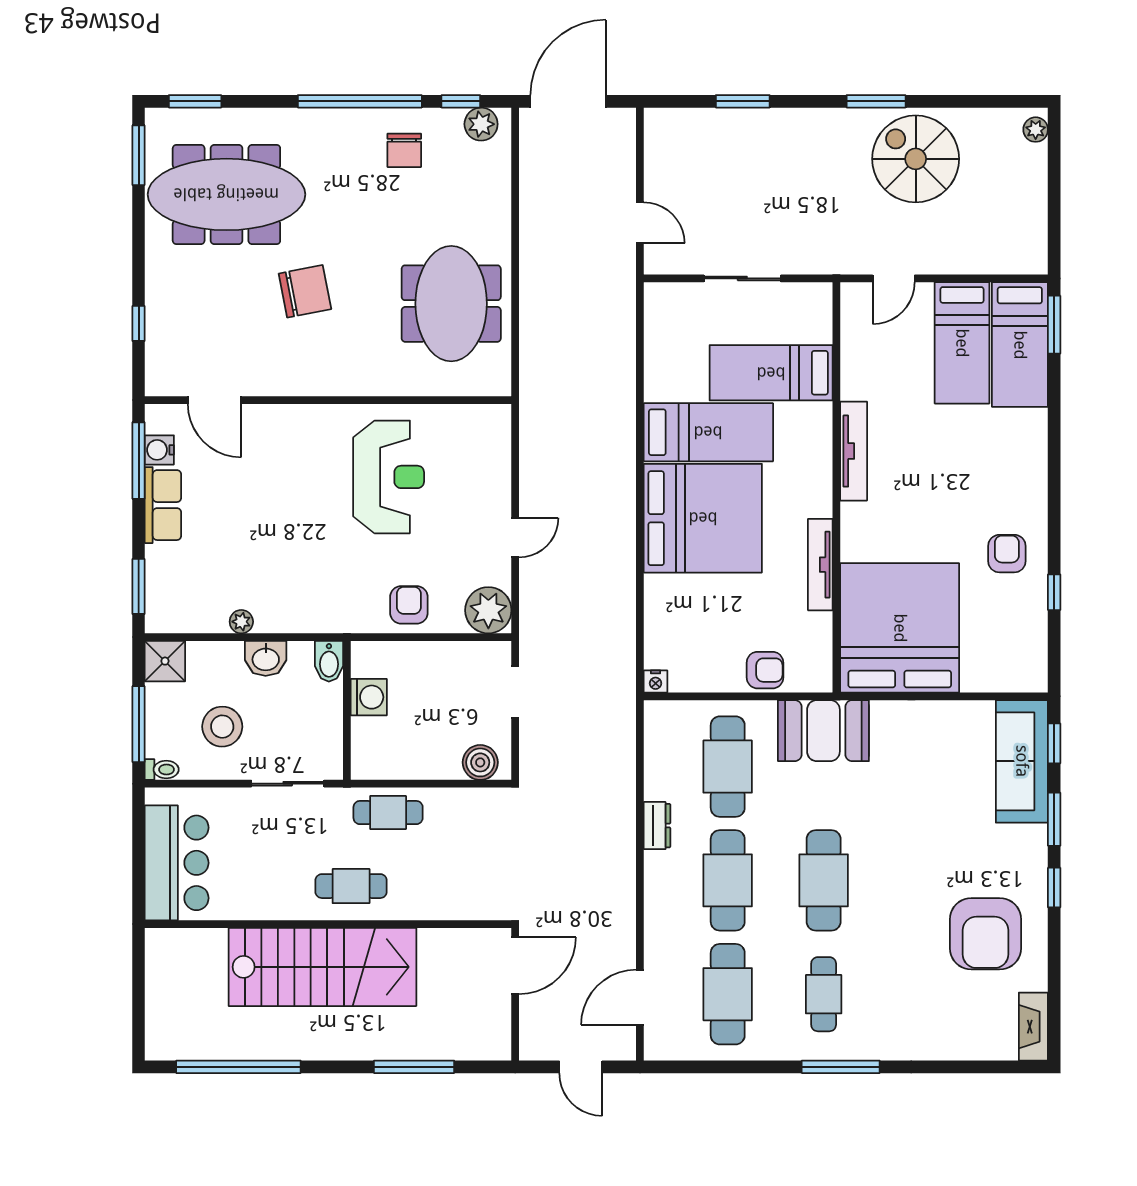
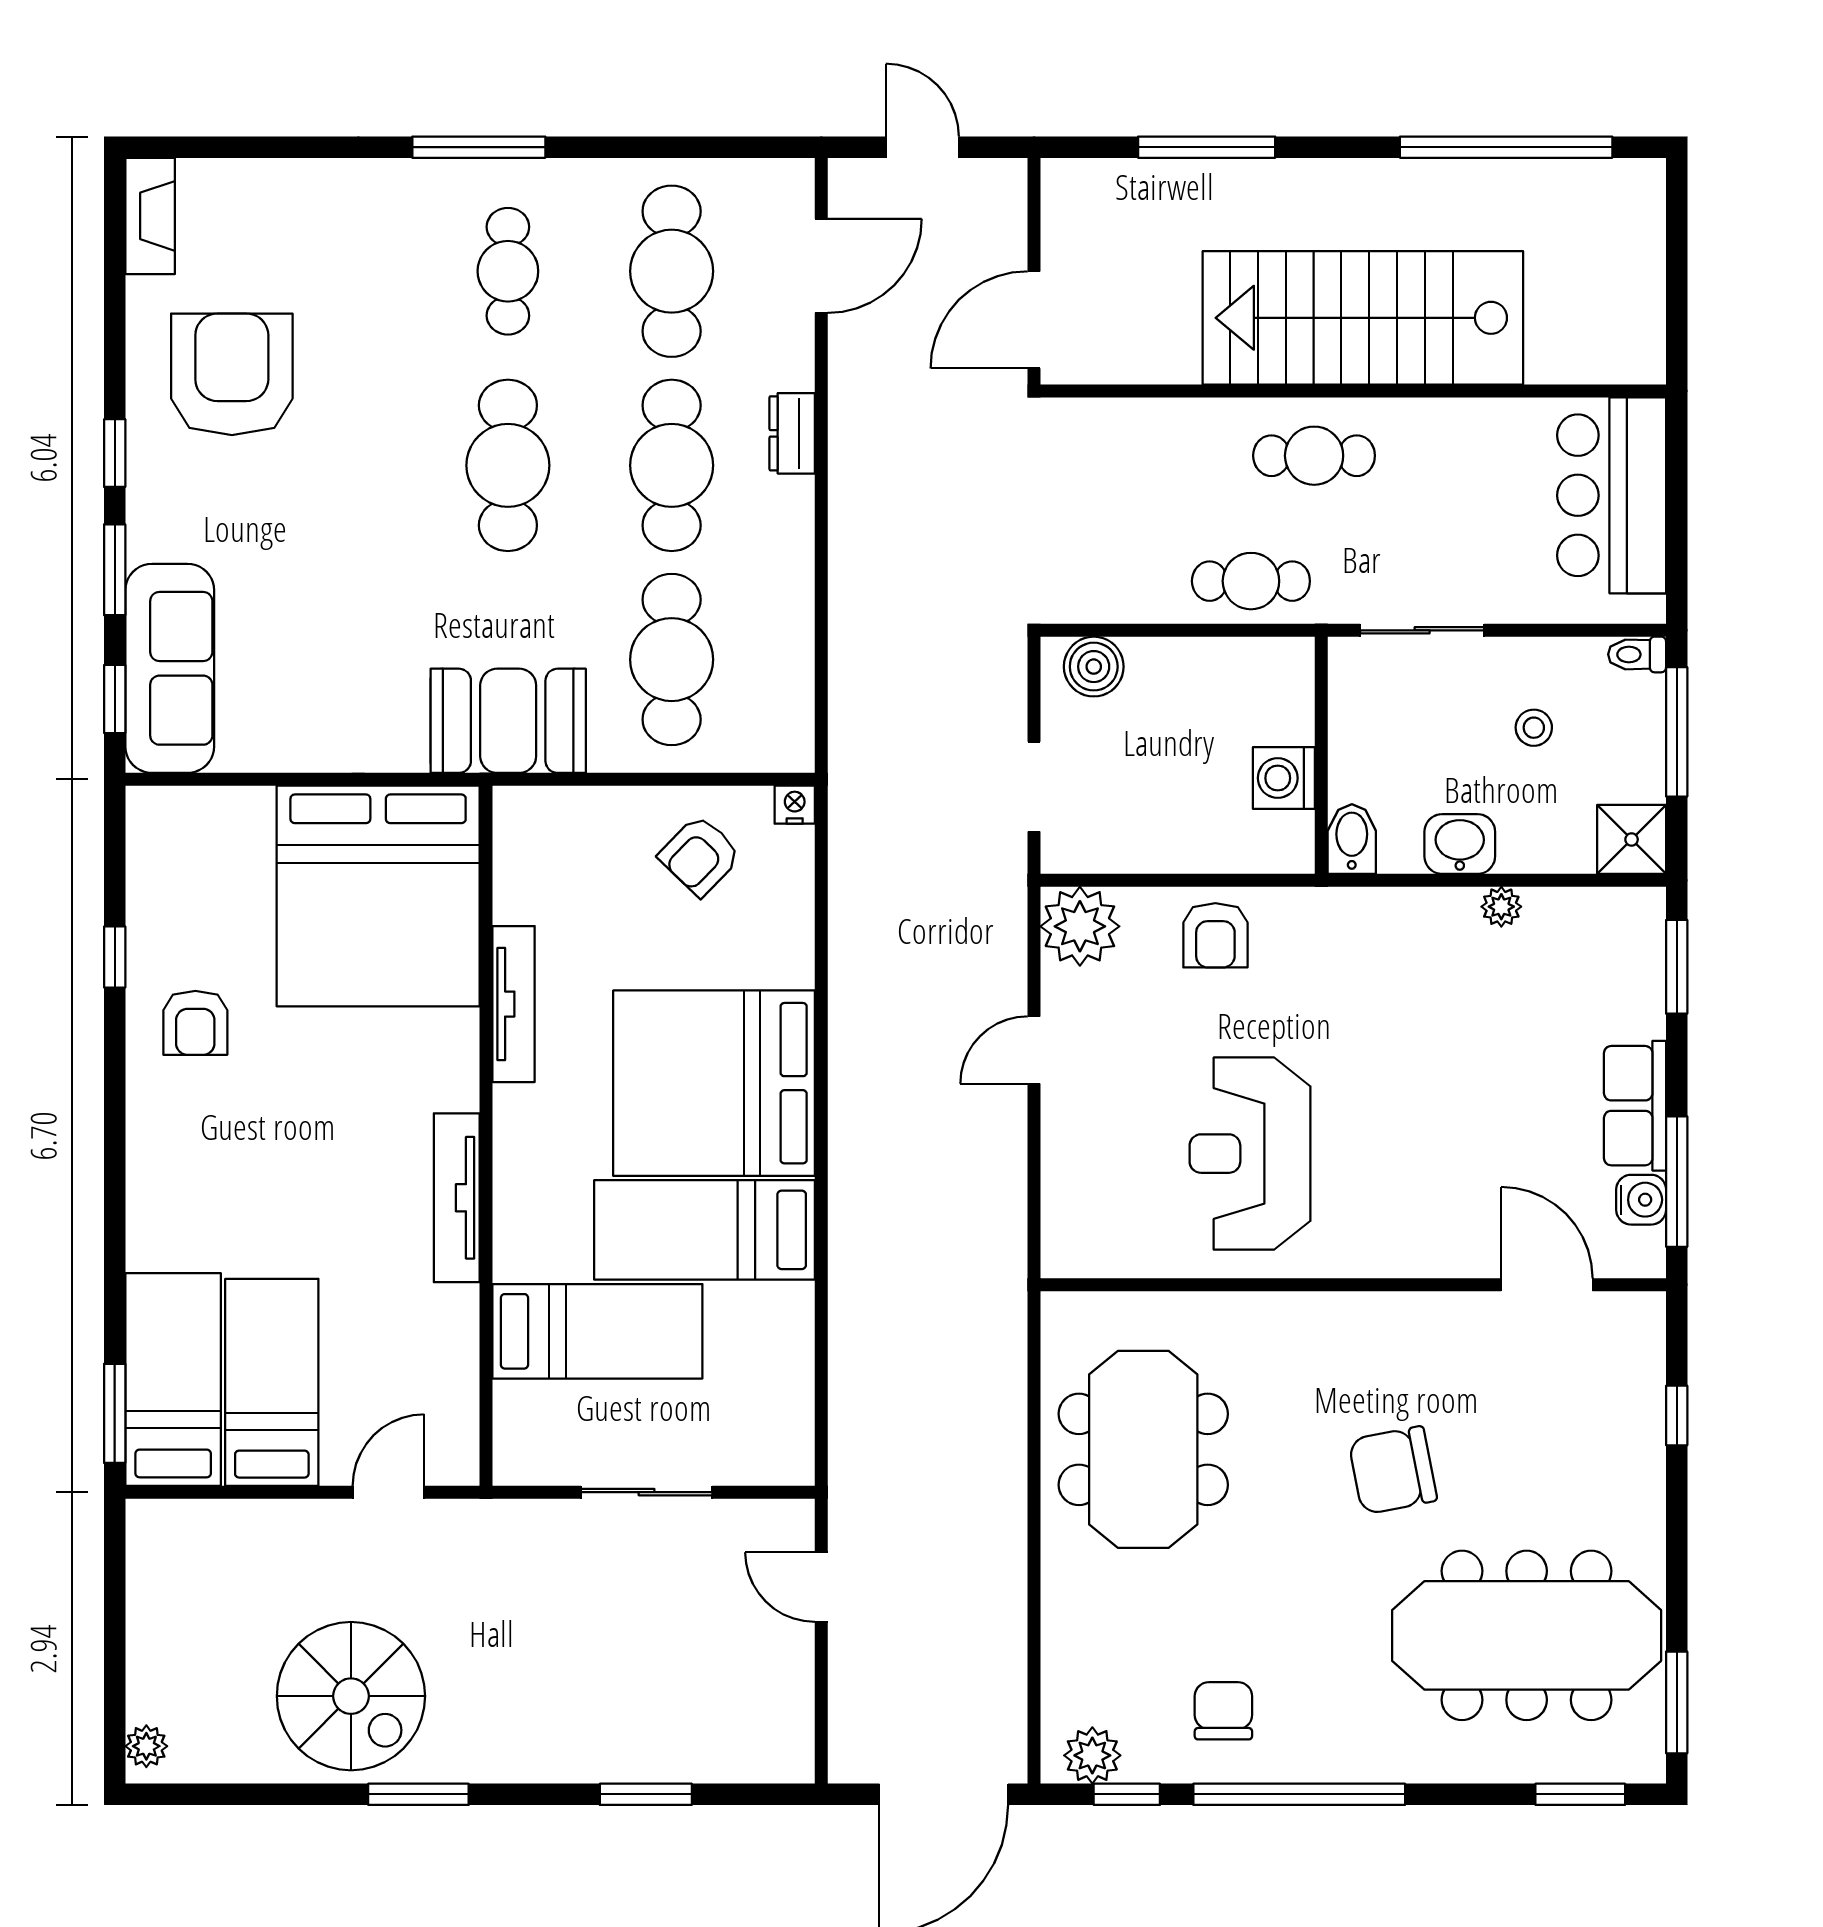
armchair: (765, 670) -> (700, 856), moved, turned -46
stool: (222, 727) -> (1534, 728), width x0.53, depth x0.53
dresser: (657, 826) -> (792, 433), moved

